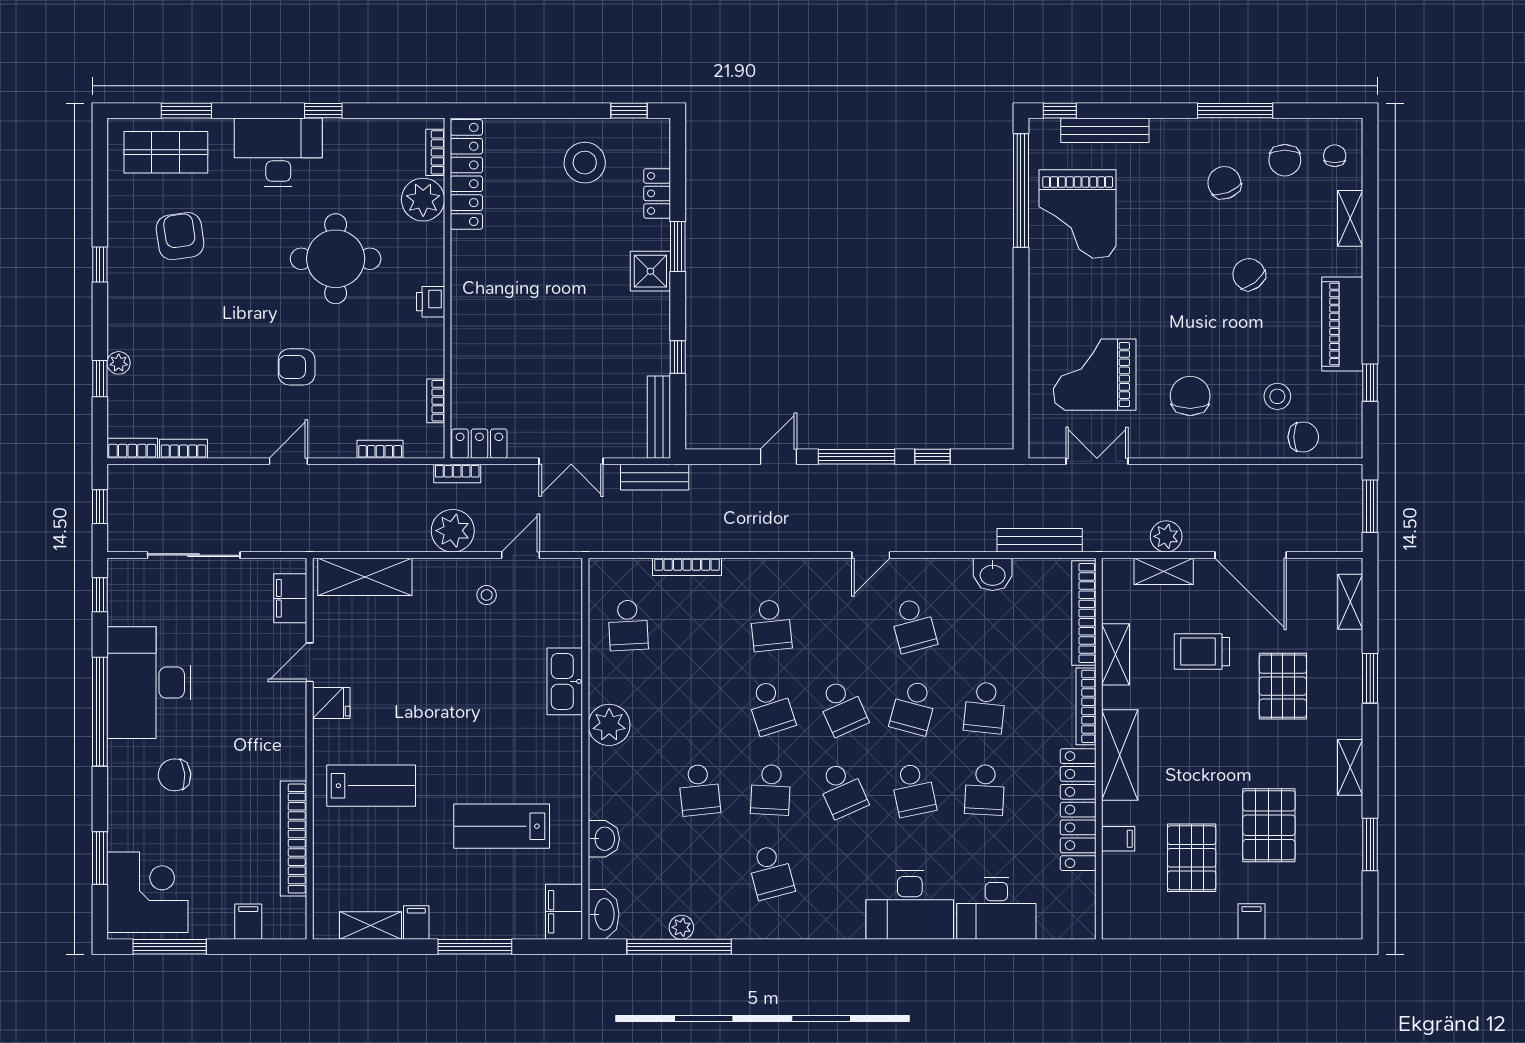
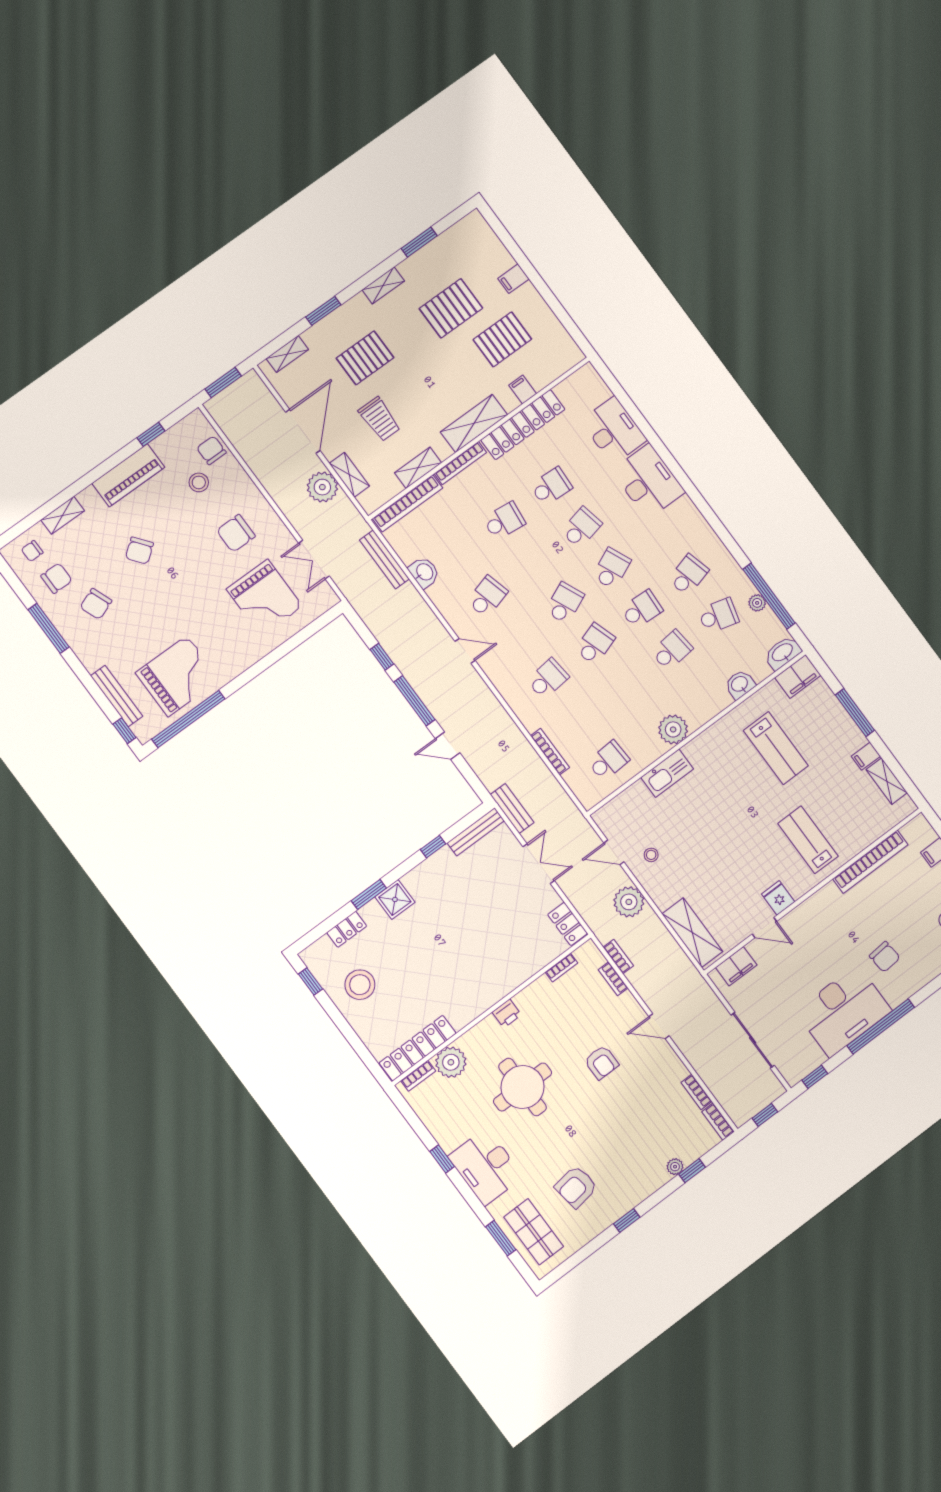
bookcase: (457, 473) -> (618, 956), moved
plant: (1166, 536) -> (322, 487), width x1.36, depth x1.36
school desk: (913, 708) -> (718, 616), moved

